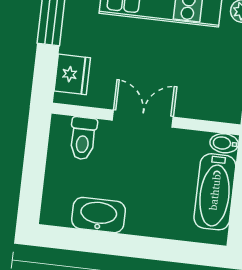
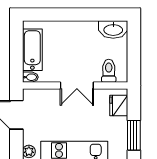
washbasin: (99, 215) -> (113, 29), moved

